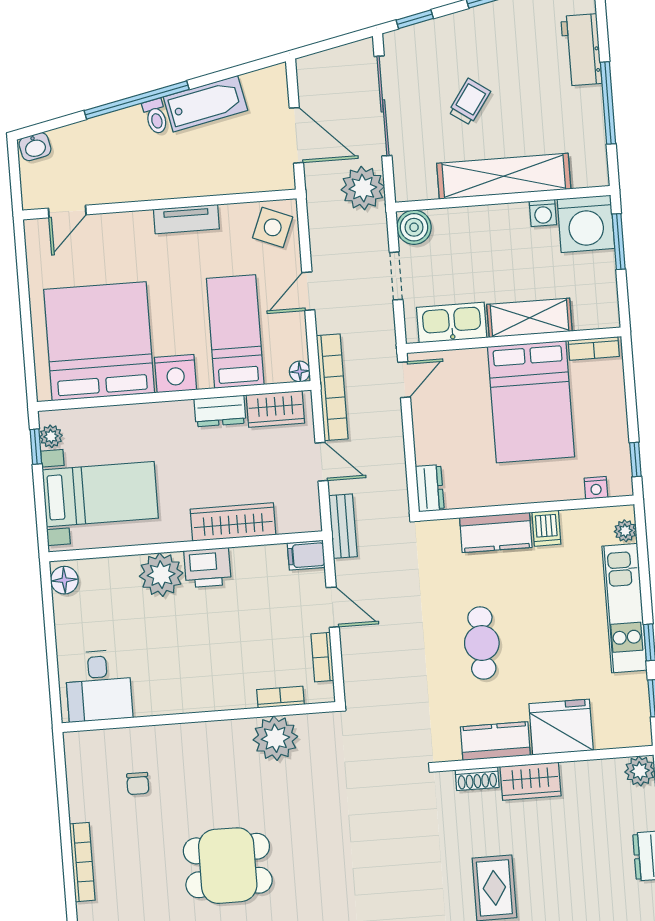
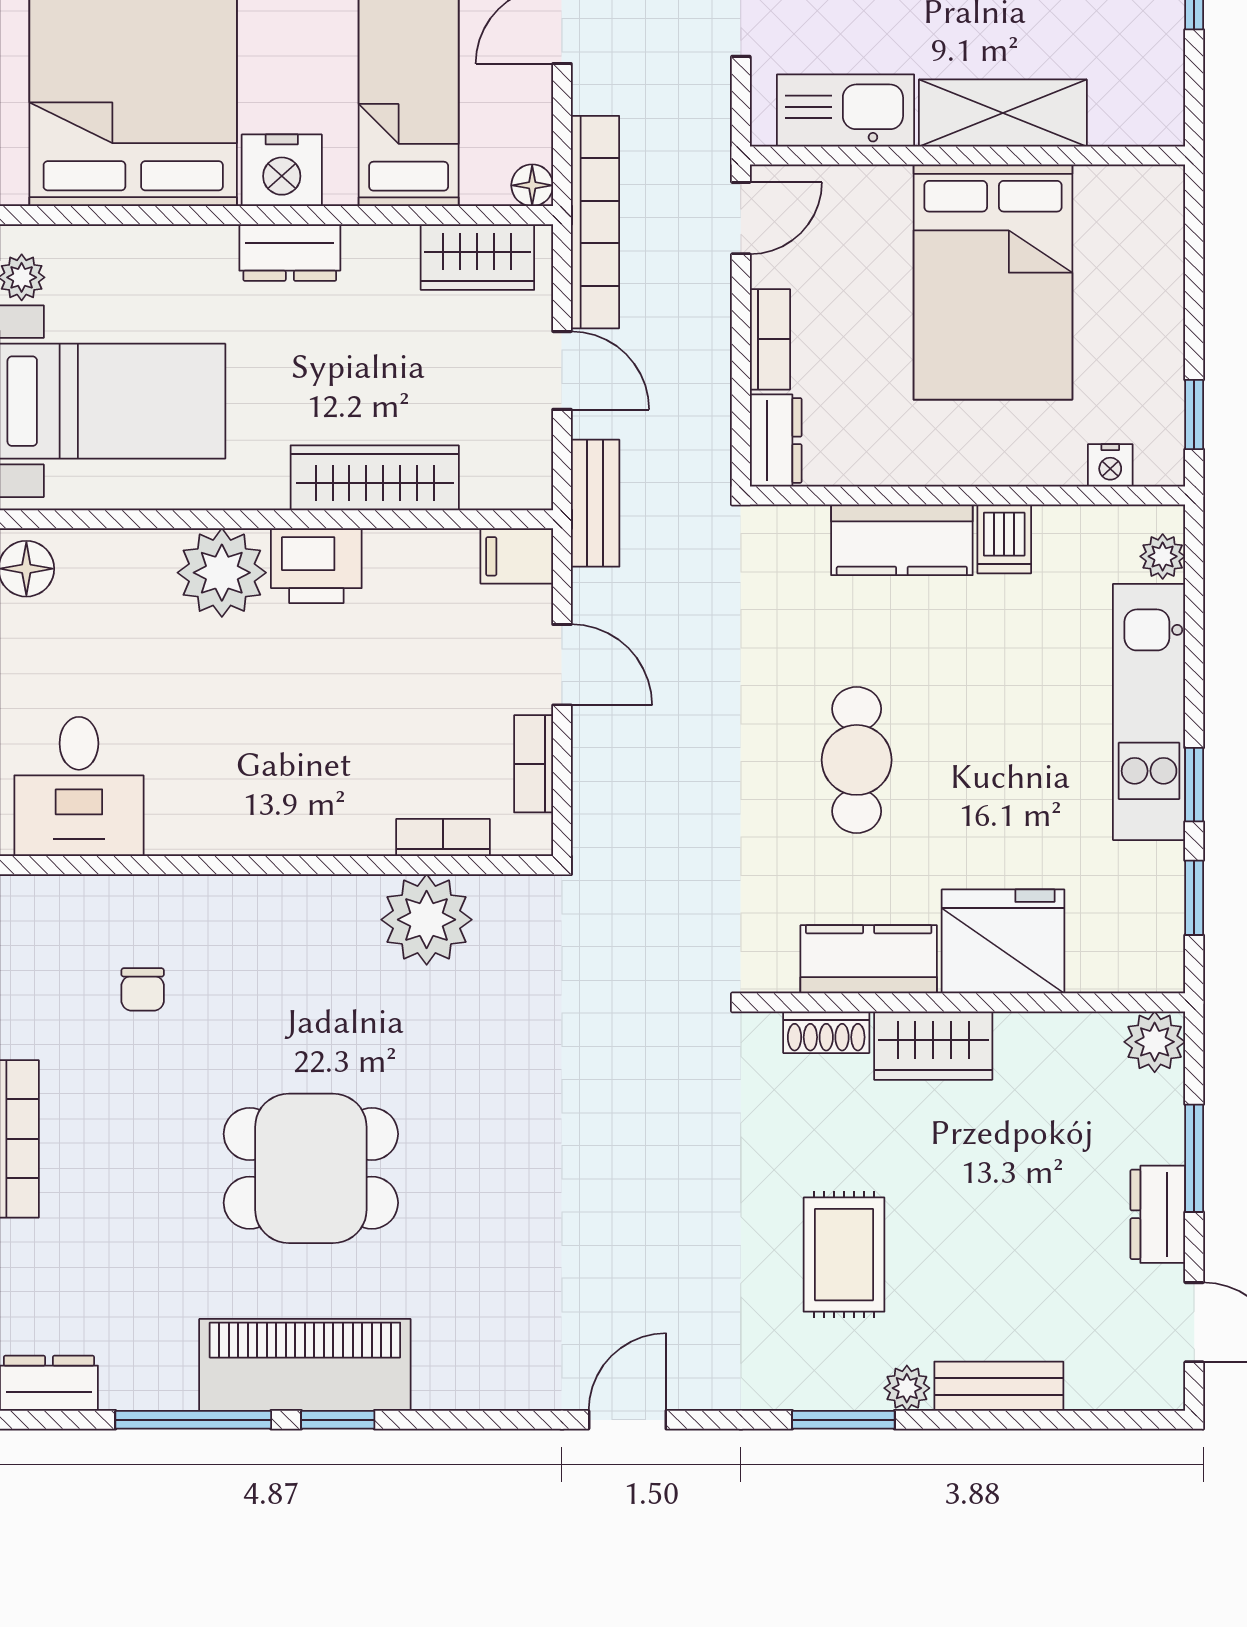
bookcase: (594, 348) -> (770, 339), moved, turned -90
dresser: (220, 411) -> (290, 253), moved

